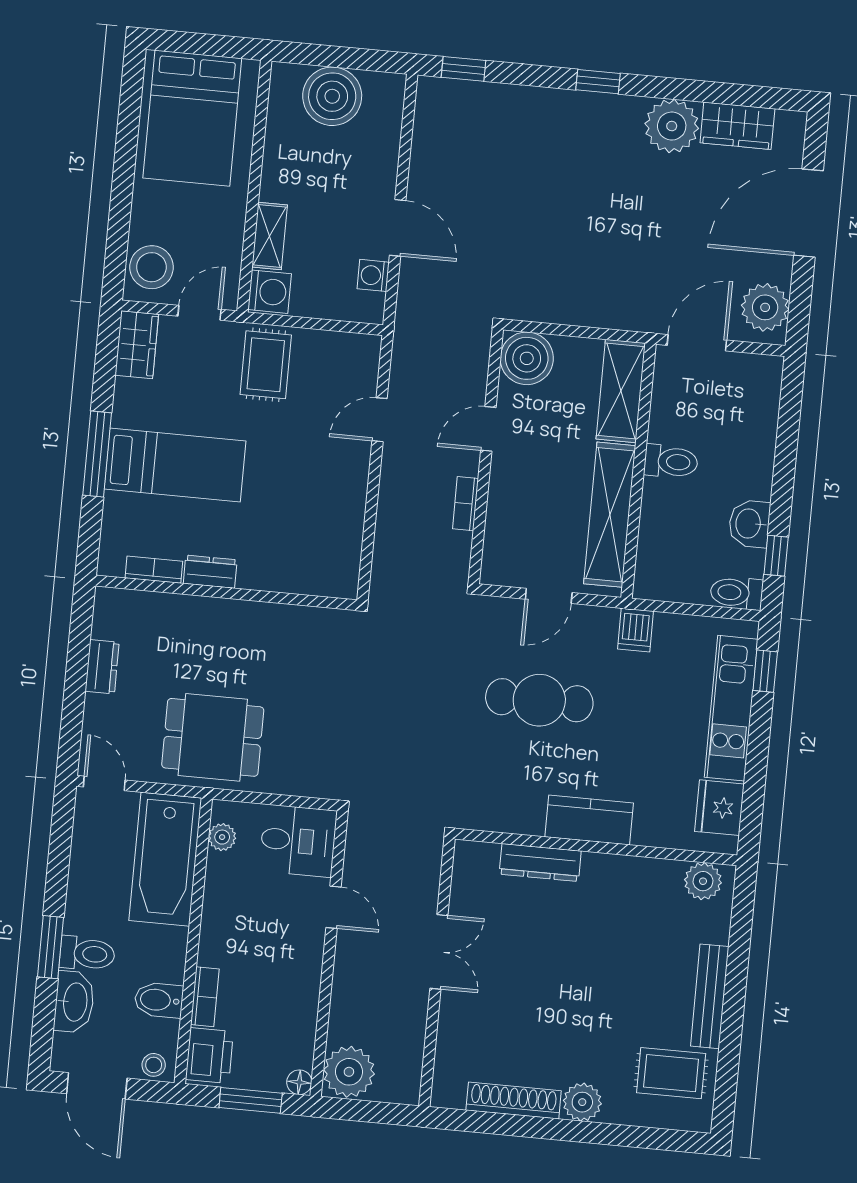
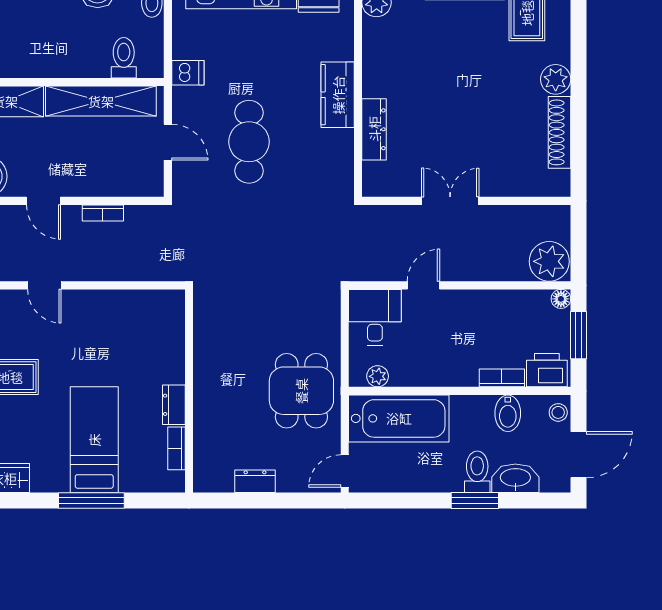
toilet: (671, 461) -> (124, 58), moved

